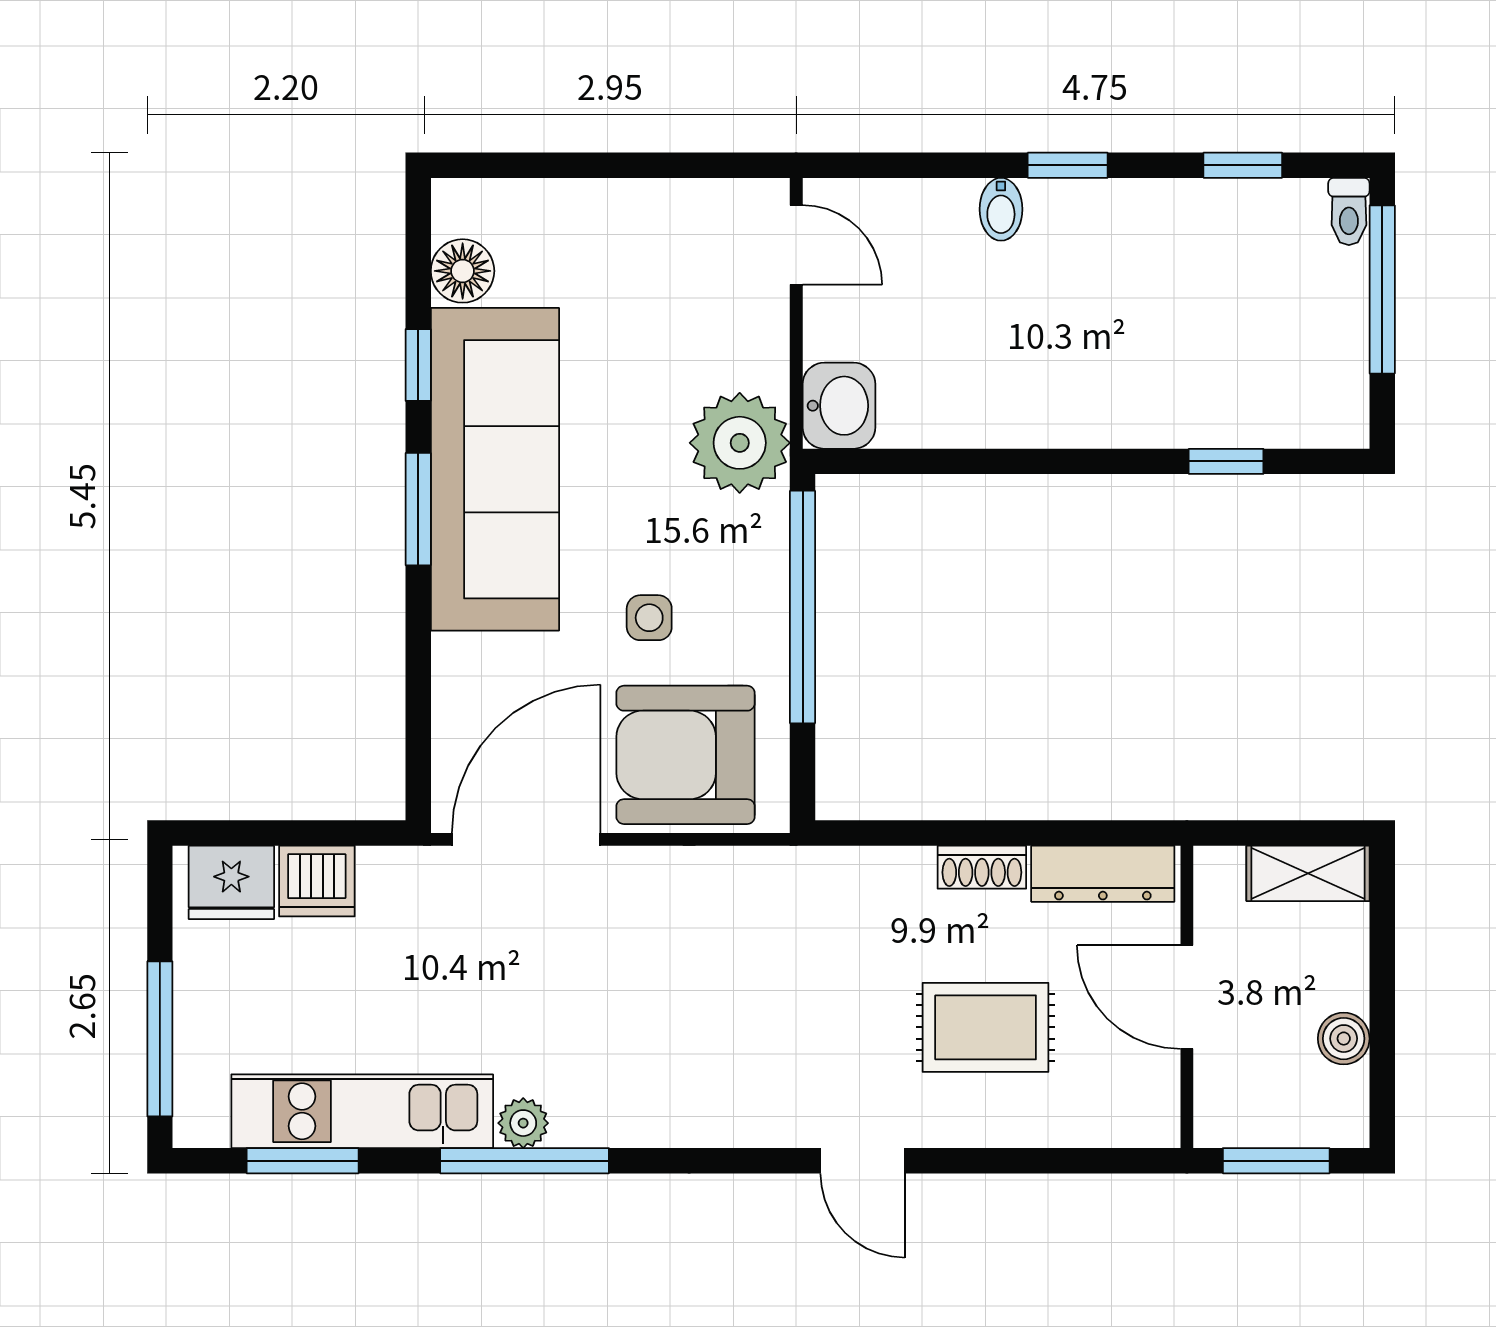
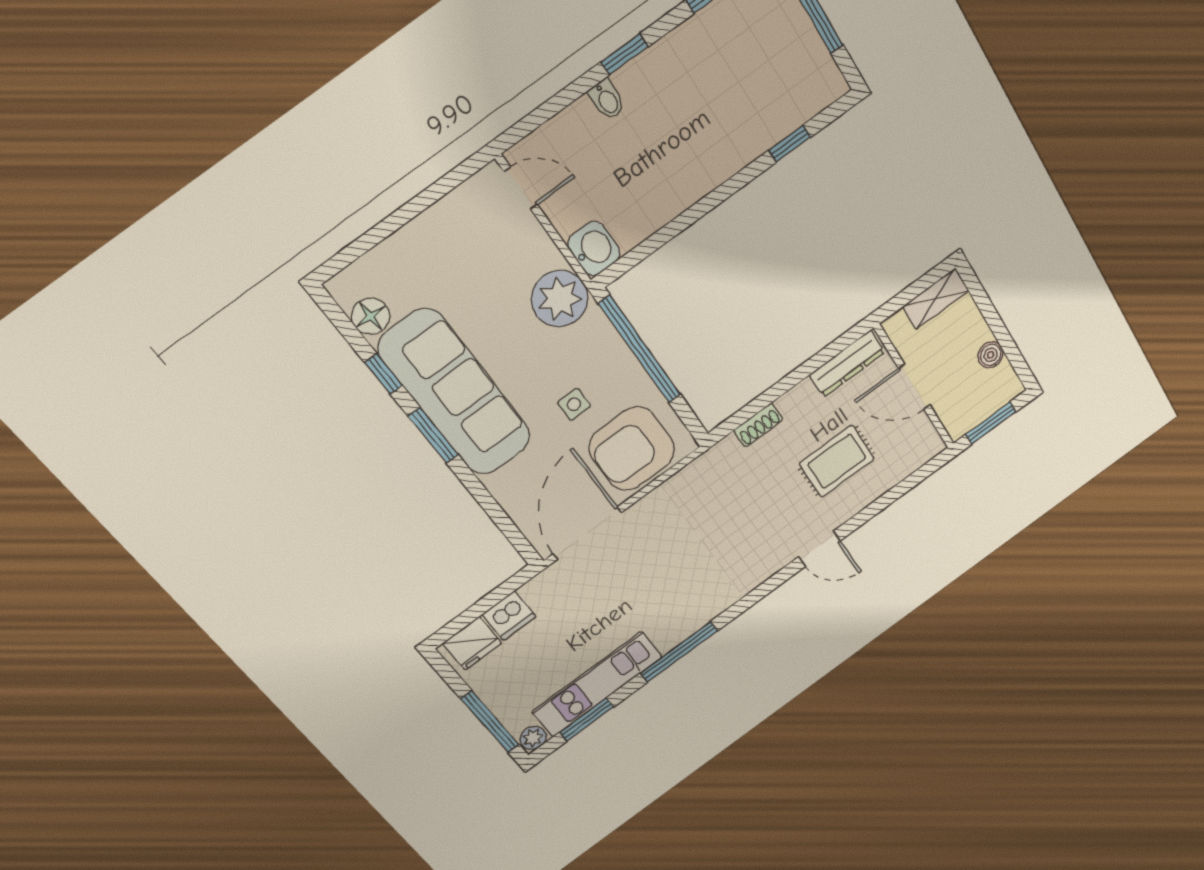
shoe rack: (982, 867) -> (758, 425), moved
plant: (523, 1123) -> (533, 738), moved

